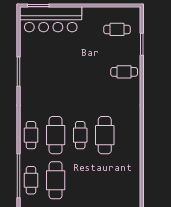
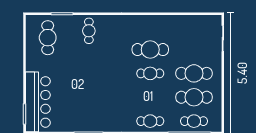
cafe table: (117, 29) -> (48, 38), width x1.37, depth x1.35
cafe table: (56, 135) -> (194, 73), moved

